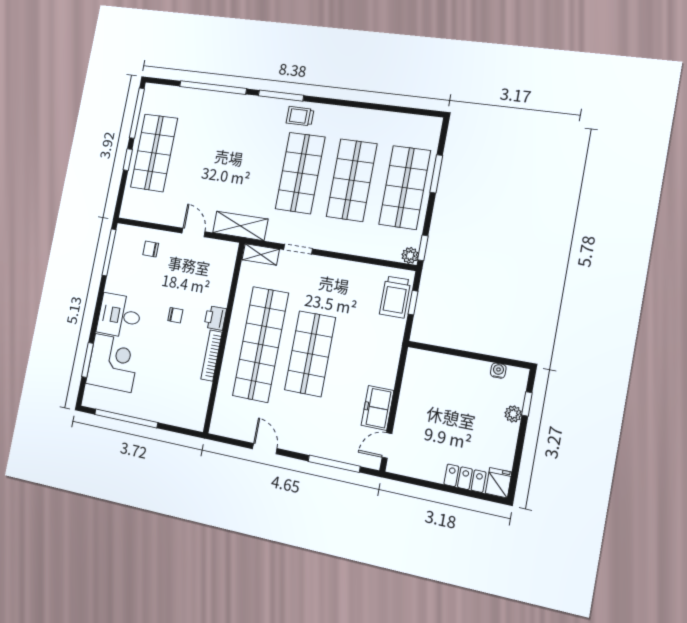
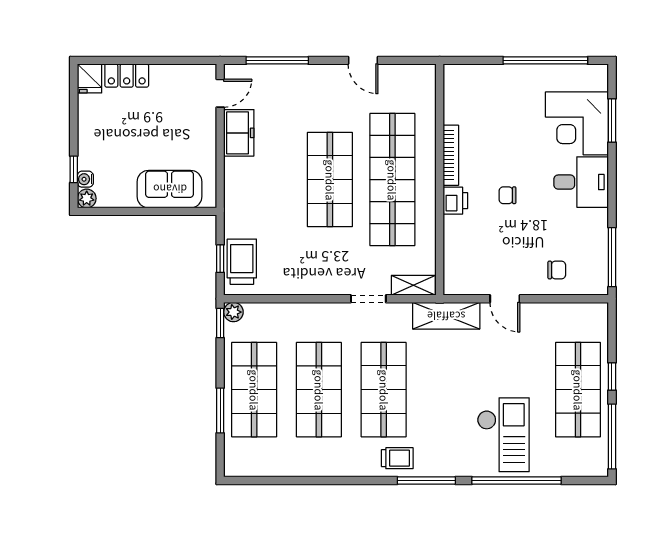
checkout: (216, 125) -> (503, 435), added
sofa: (445, 371) -> (170, 189), added
water cooler: (498, 371) -> (85, 179), moved, turned 90
plant: (513, 414) -> (87, 198), moved

